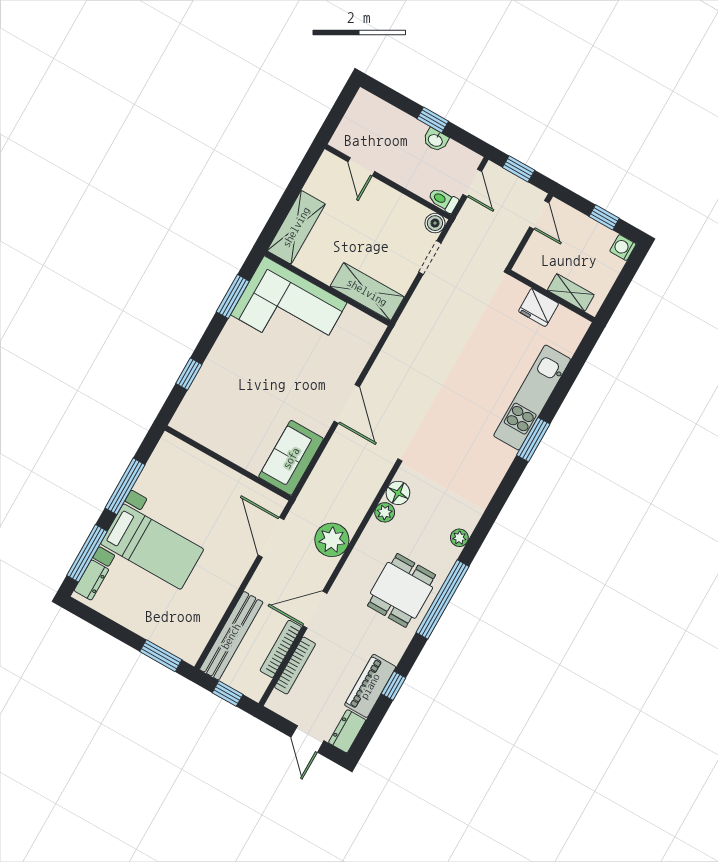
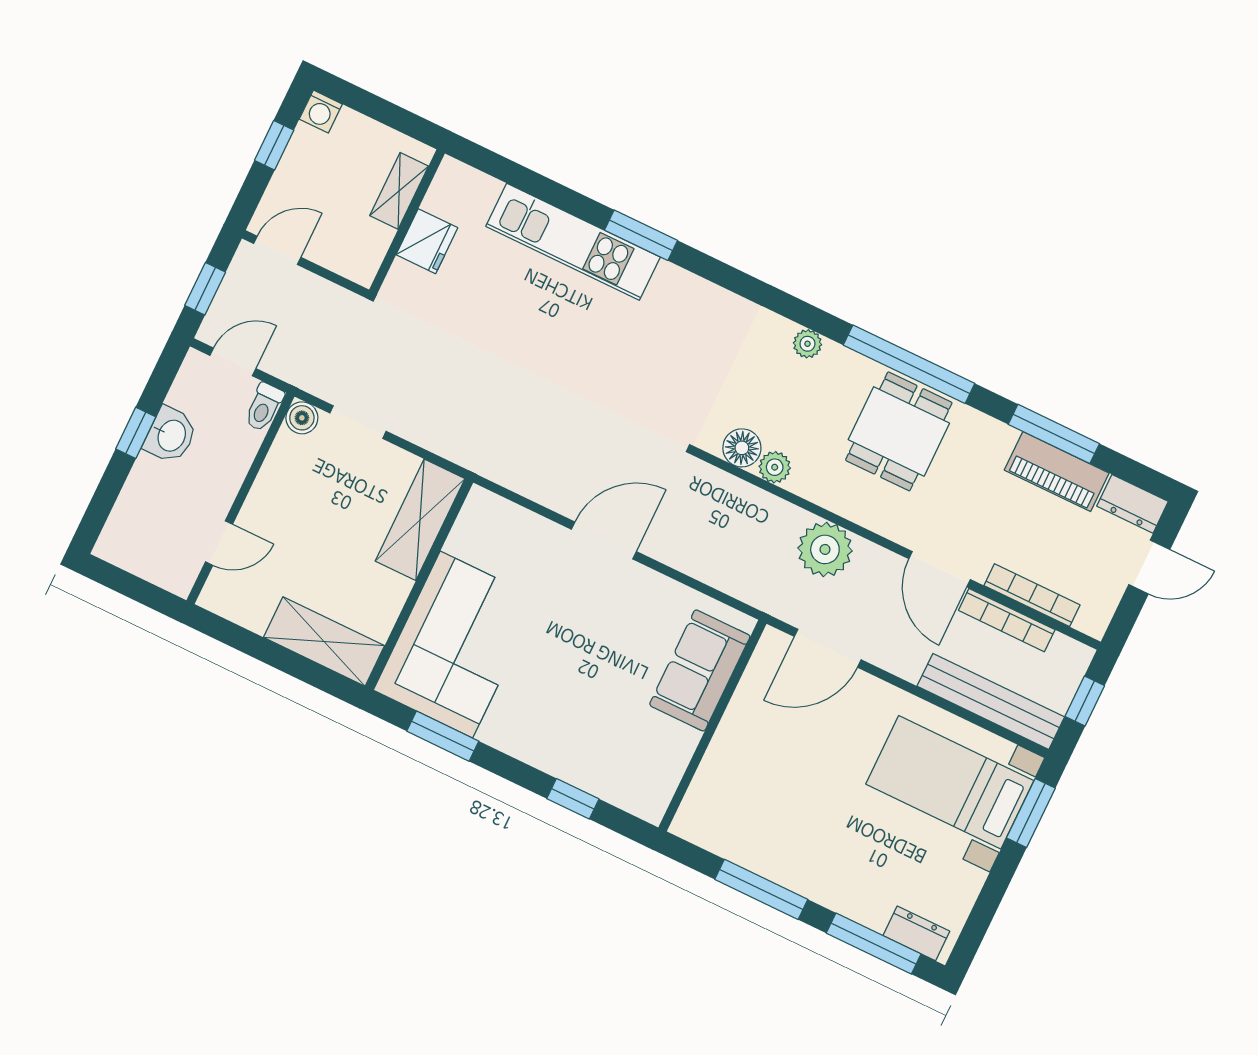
washbasin: (436, 140) -> (171, 435), width x1.38, depth x1.45
sofa: (291, 458) -> (700, 670), moved, turned 90
bed with nightstands: (152, 547) -> (950, 782), moved, turned -90
dining table: (402, 590) -> (899, 431), turned 90
window: (393, 686) -> (1054, 434), width x2.17

